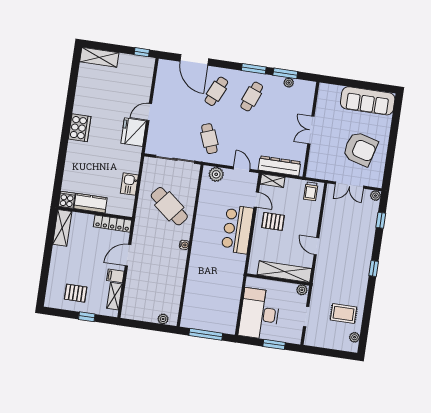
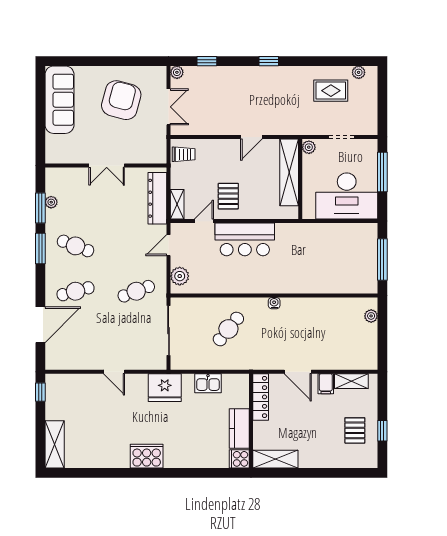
cafe table: (216, 91) -> (76, 291), turned -39
fridge: (134, 132) -> (165, 388), moved
cafe table: (169, 206) -> (228, 329), width x0.73, depth x0.74
rug: (344, 314) -> (331, 91), turned 90
window: (87, 317) -> (382, 431), moved
window: (274, 344) -> (382, 172), width x1.44

